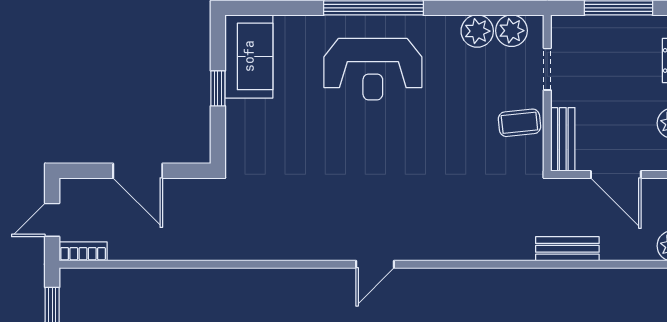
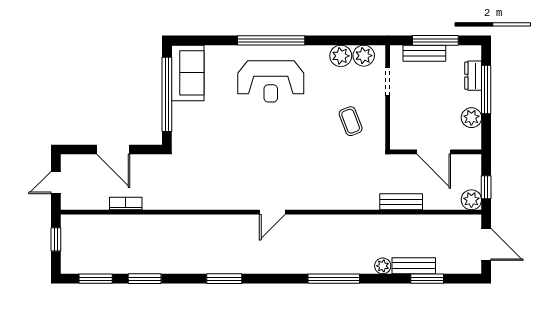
window: (218, 88) -> (167, 94), width x3.17
coffee table: (519, 123) -> (351, 121), moved, turned 75
bench: (563, 139) -> (424, 53), moved, turned 90
bookcase: (83, 251) -> (126, 204), moved

